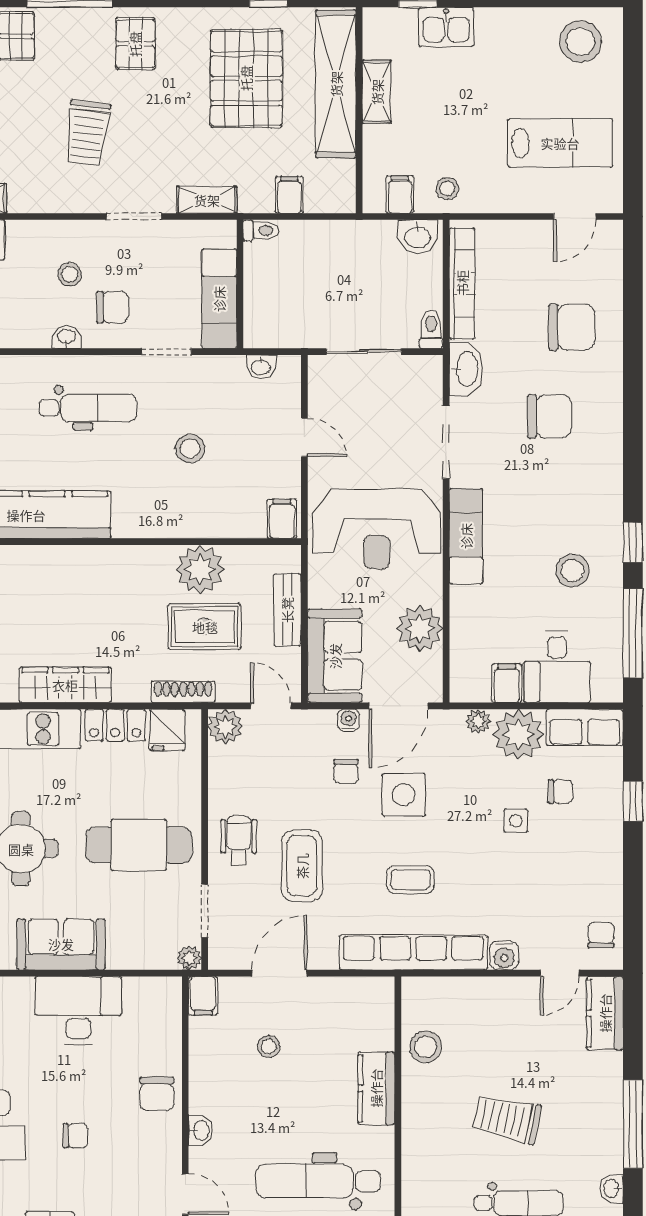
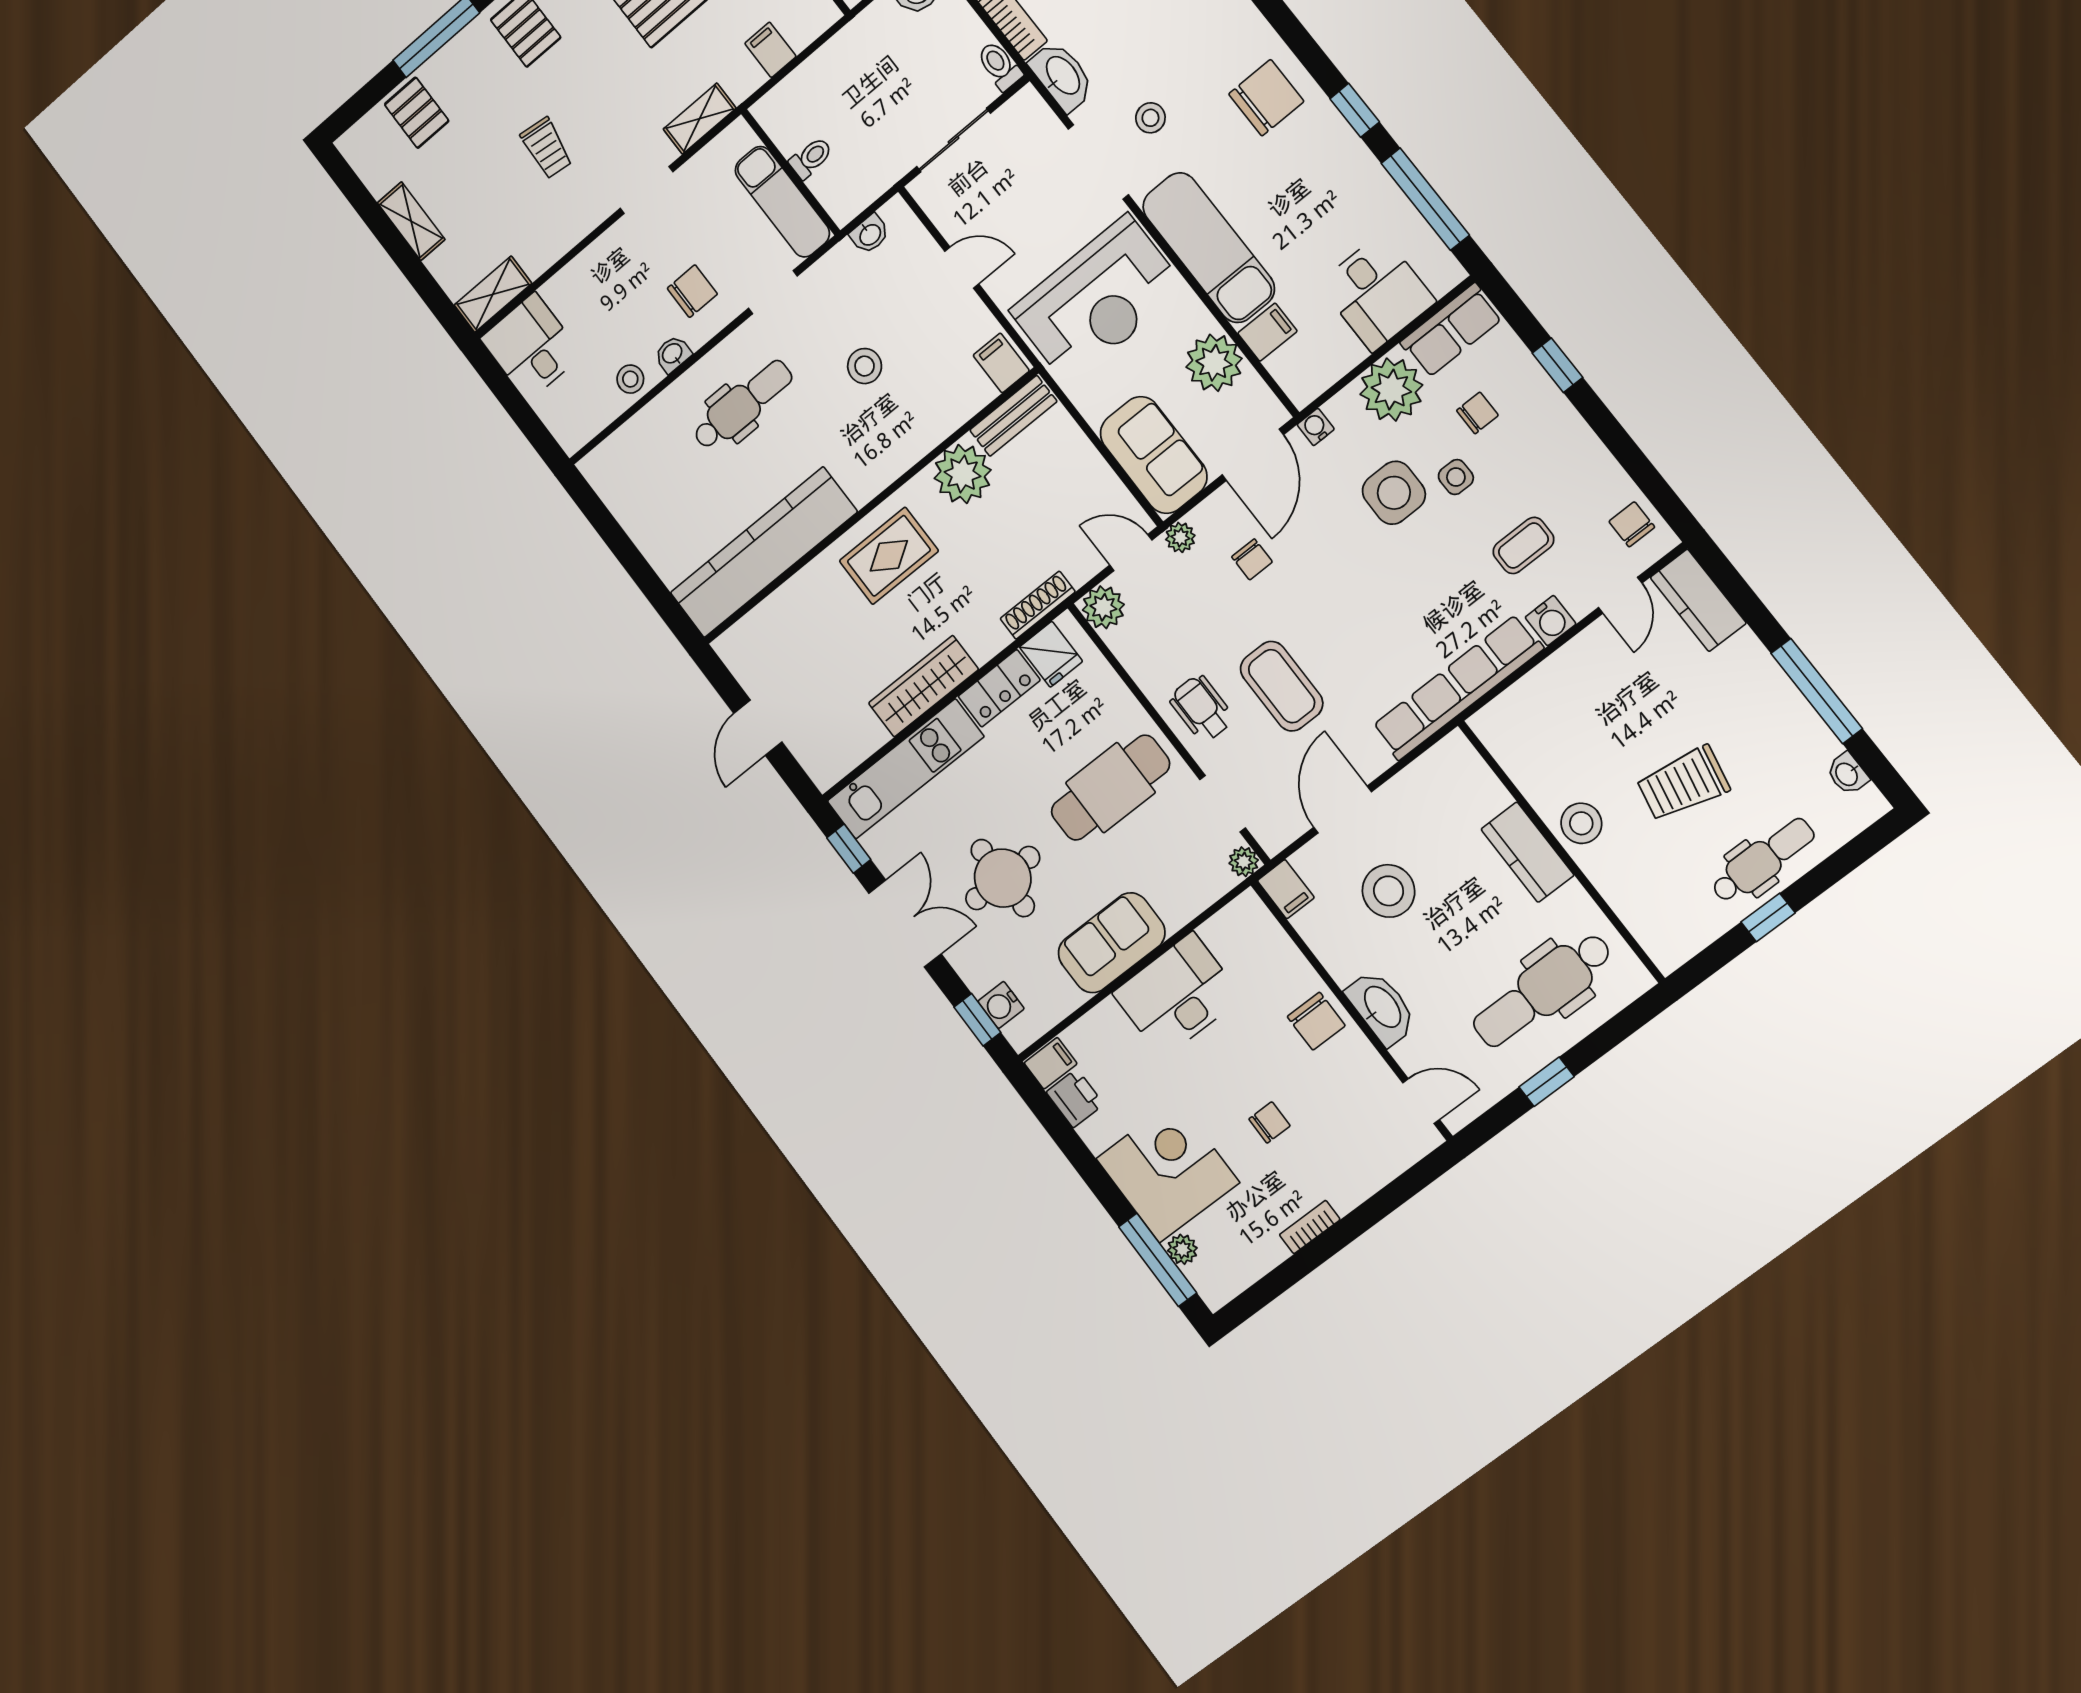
trolley: (87, 133) -> (546, 148), width x0.73, depth x0.72
toilet: (261, 230) -> (811, 158), moved
stool: (70, 274) -> (630, 379), moved
chair: (549, 416) -> (1266, 98), moved
exam couch: (466, 536) -> (1209, 248), width x1.36, depth x1.45
stool: (572, 571) -> (1150, 118), moved, width x0.73, depth x0.73
bench: (287, 610) -> (1013, 416), moved, turned 90
rug: (205, 627) -> (889, 556), moved
filing cabinet: (507, 683) -> (1267, 332), moved, turned 90
water cooler: (348, 720) -> (1316, 427), moved
plant: (478, 721) -> (1180, 537), moved
side table: (404, 795) -> (1394, 493), moved
coffee table: (410, 880) -> (1523, 546), moved
stool: (269, 1047) -> (1389, 891), width x1.89, depth x1.89
stool: (425, 1047) -> (1581, 823), moved
washbasin: (201, 1130) -> (1382, 1008), width x1.91, depth x1.45

